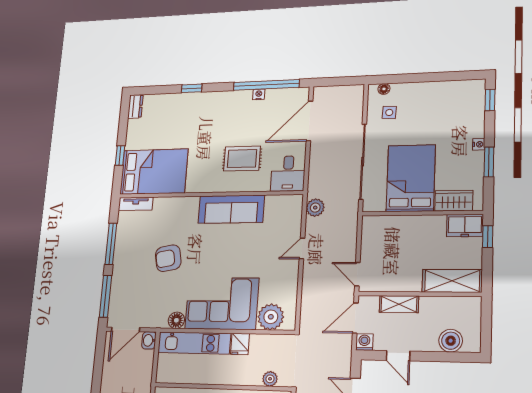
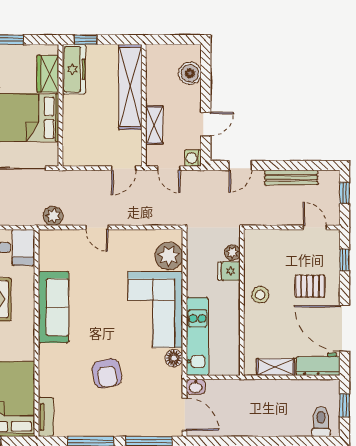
freezer: (465, 226) -> (74, 69), width x1.40
shelving: (452, 281) -> (130, 87), width x1.47
door: (355, 318) -> (169, 168), width x0.73
fridge: (240, 344) -> (229, 271), moved, turned 180

